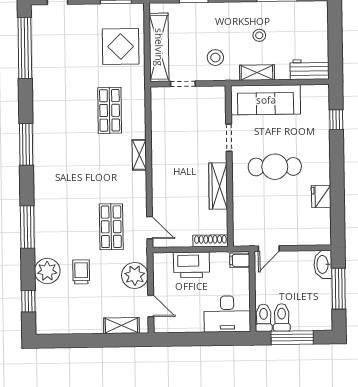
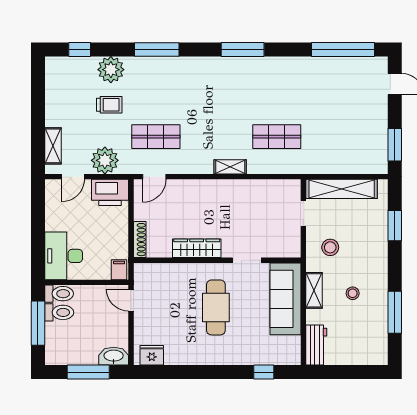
display table: (121, 47) -> (343, 149), removed
fridge: (321, 196) -> (152, 355), moved
printer: (191, 265) -> (110, 192), moved, turned -90

